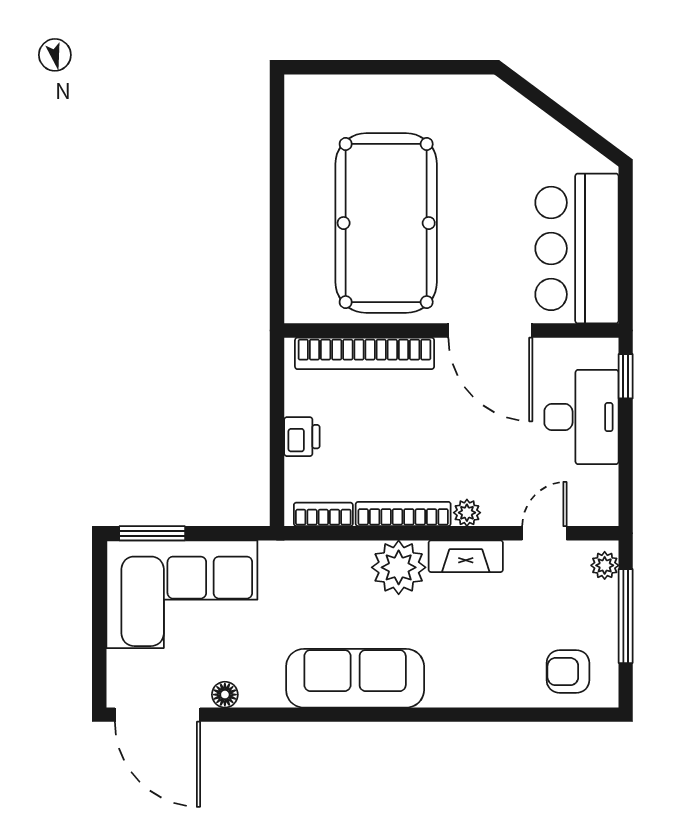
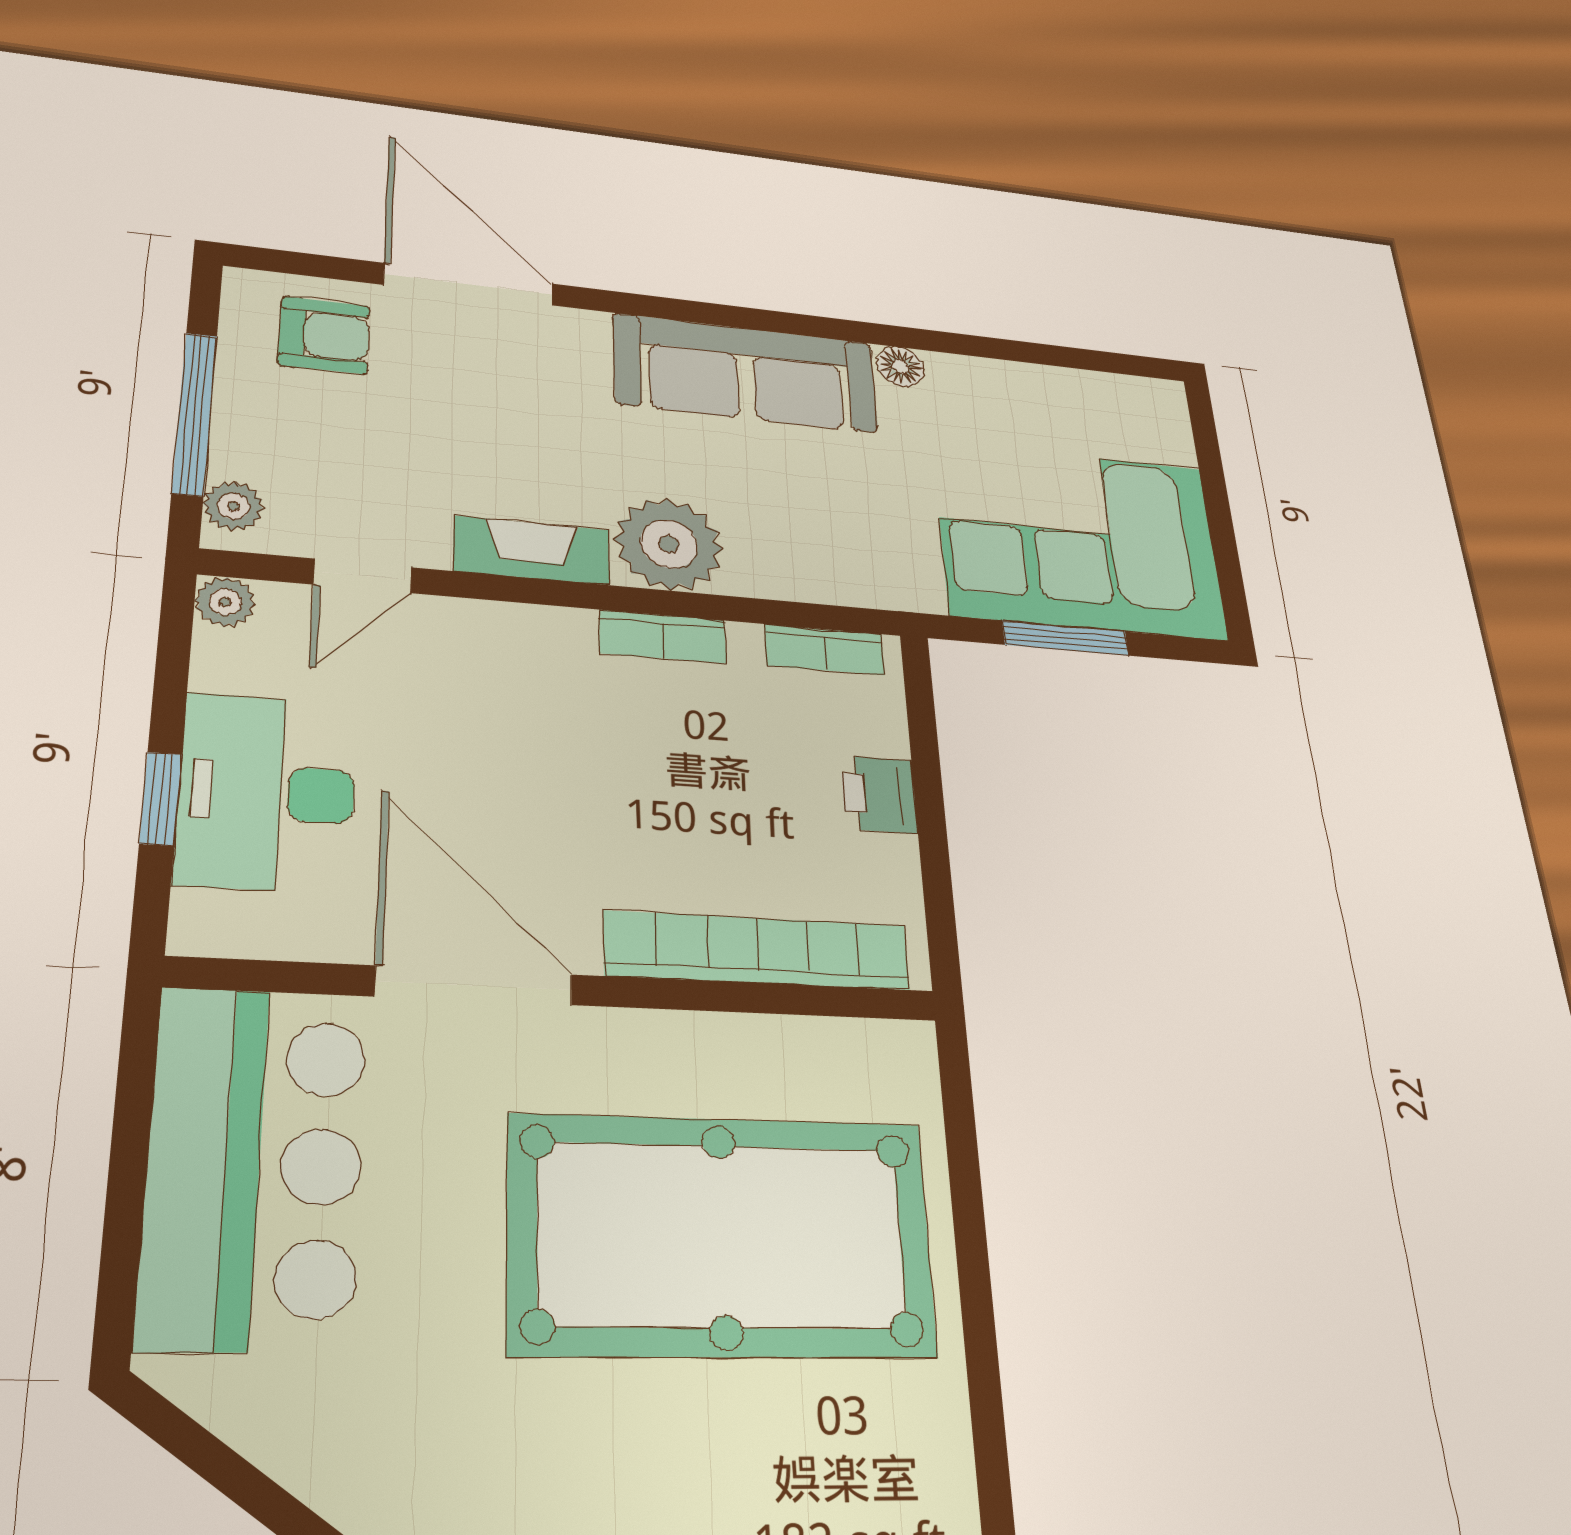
pool table: (386, 223) -> (722, 1236), turned 90
window: (626, 376) -> (161, 799), moved
plant: (467, 513) -> (225, 602), moved
bookcase: (403, 514) -> (663, 637), width x0.64
window: (152, 533) -> (1066, 638), moved
floor lamp: (225, 695) -> (900, 366), moved
door: (157, 715) -> (469, 284), moved

